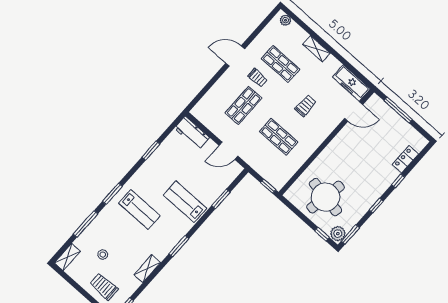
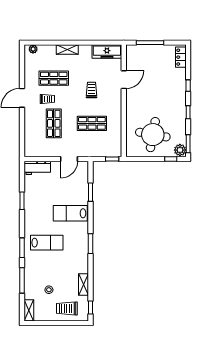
door: (354, 111) -> (124, 80), moved
locker: (405, 159) -> (181, 57), moved
shelving: (147, 269) -> (83, 284), moved

